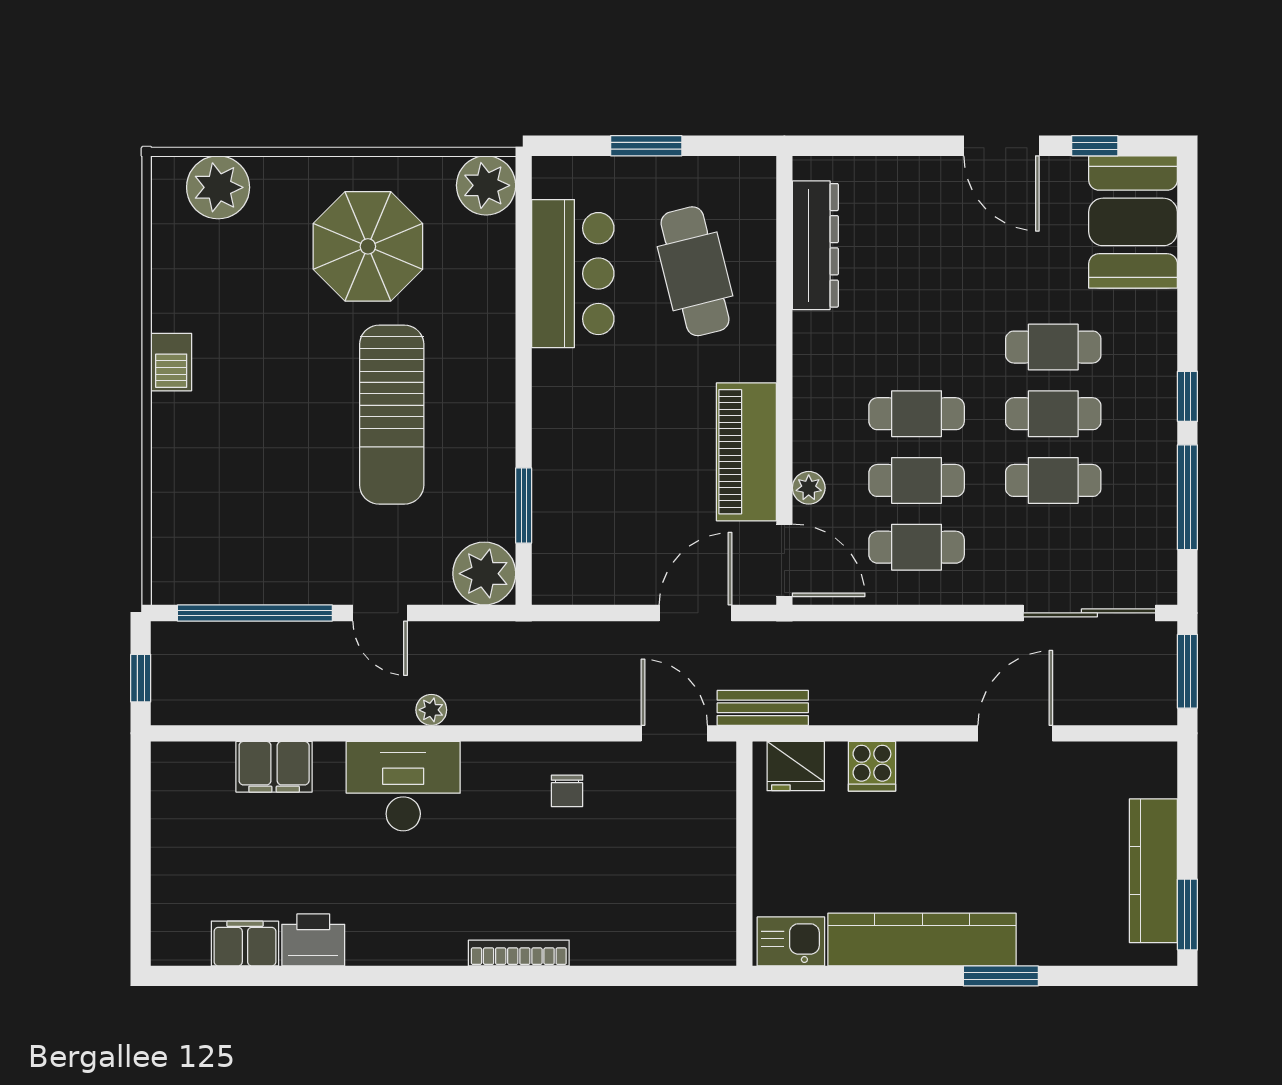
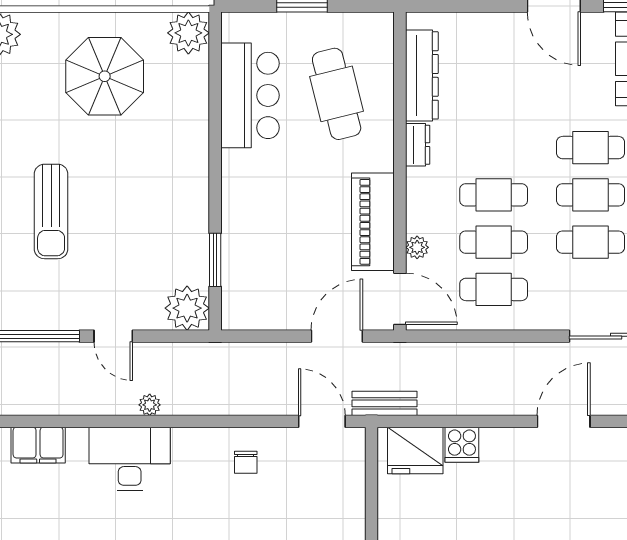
dresser: (809, 343) -> (418, 145), added
sun lounger: (392, 415) -> (51, 211), moved, width x0.73, depth x0.75
fridge: (796, 766) -> (415, 451), width x1.36, depth x1.34

